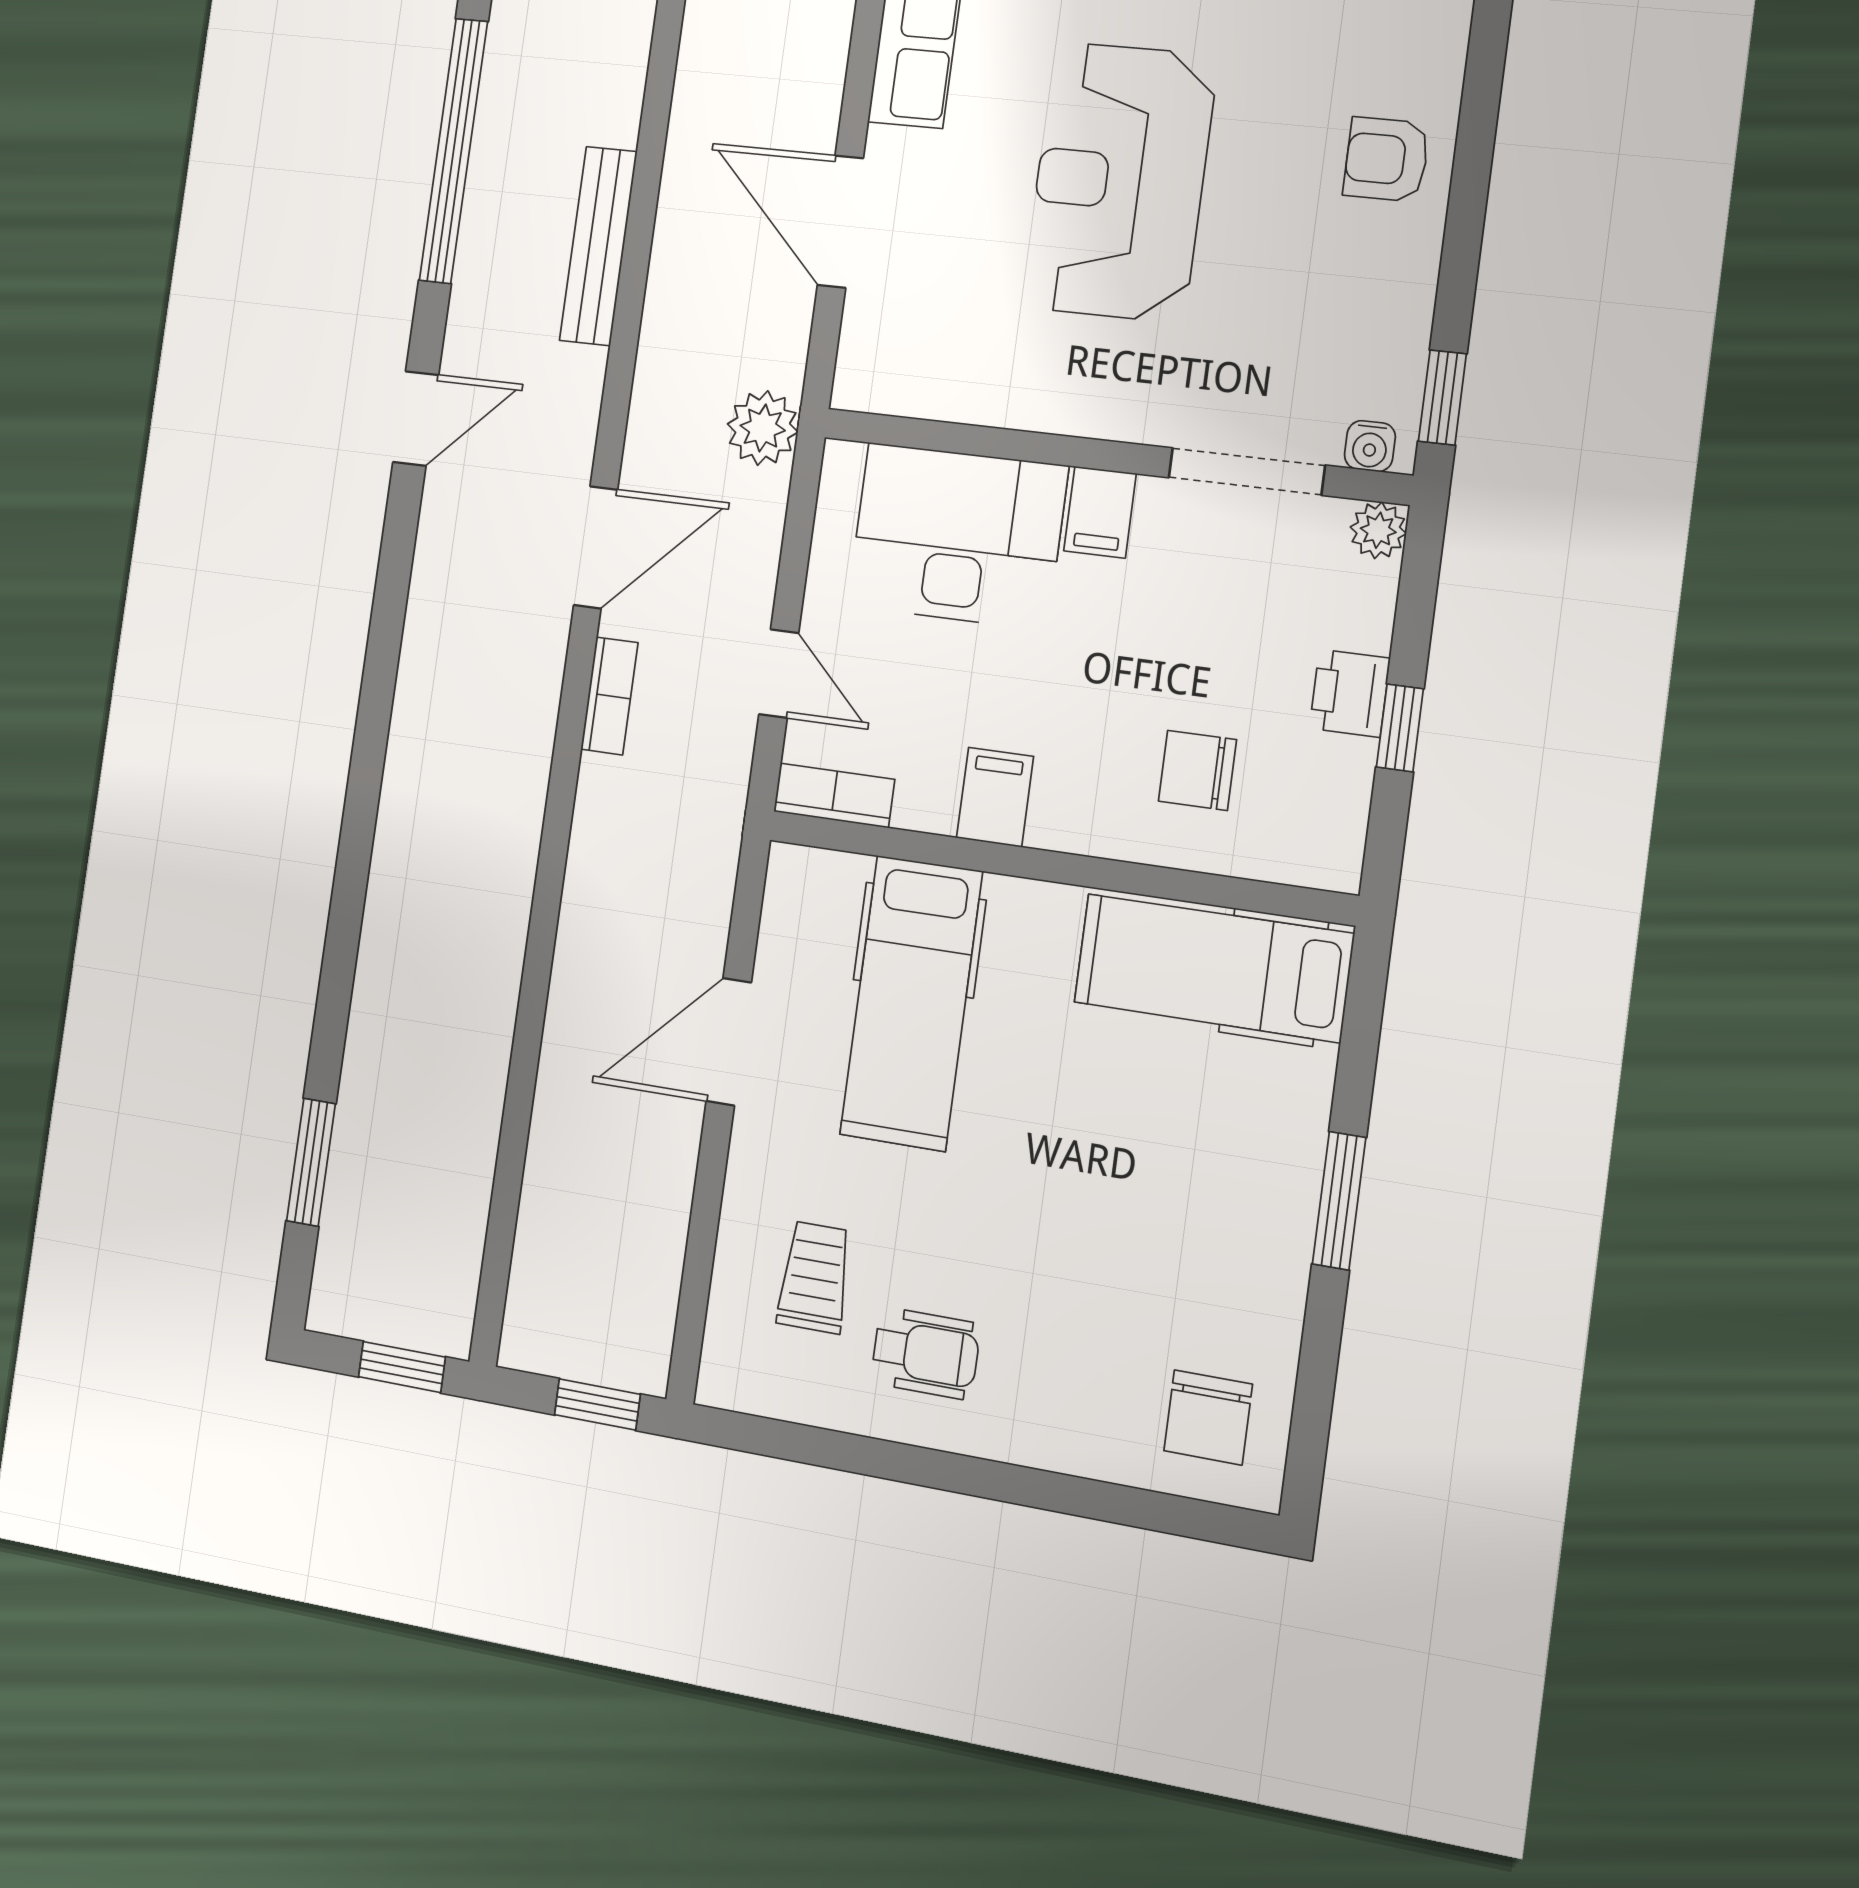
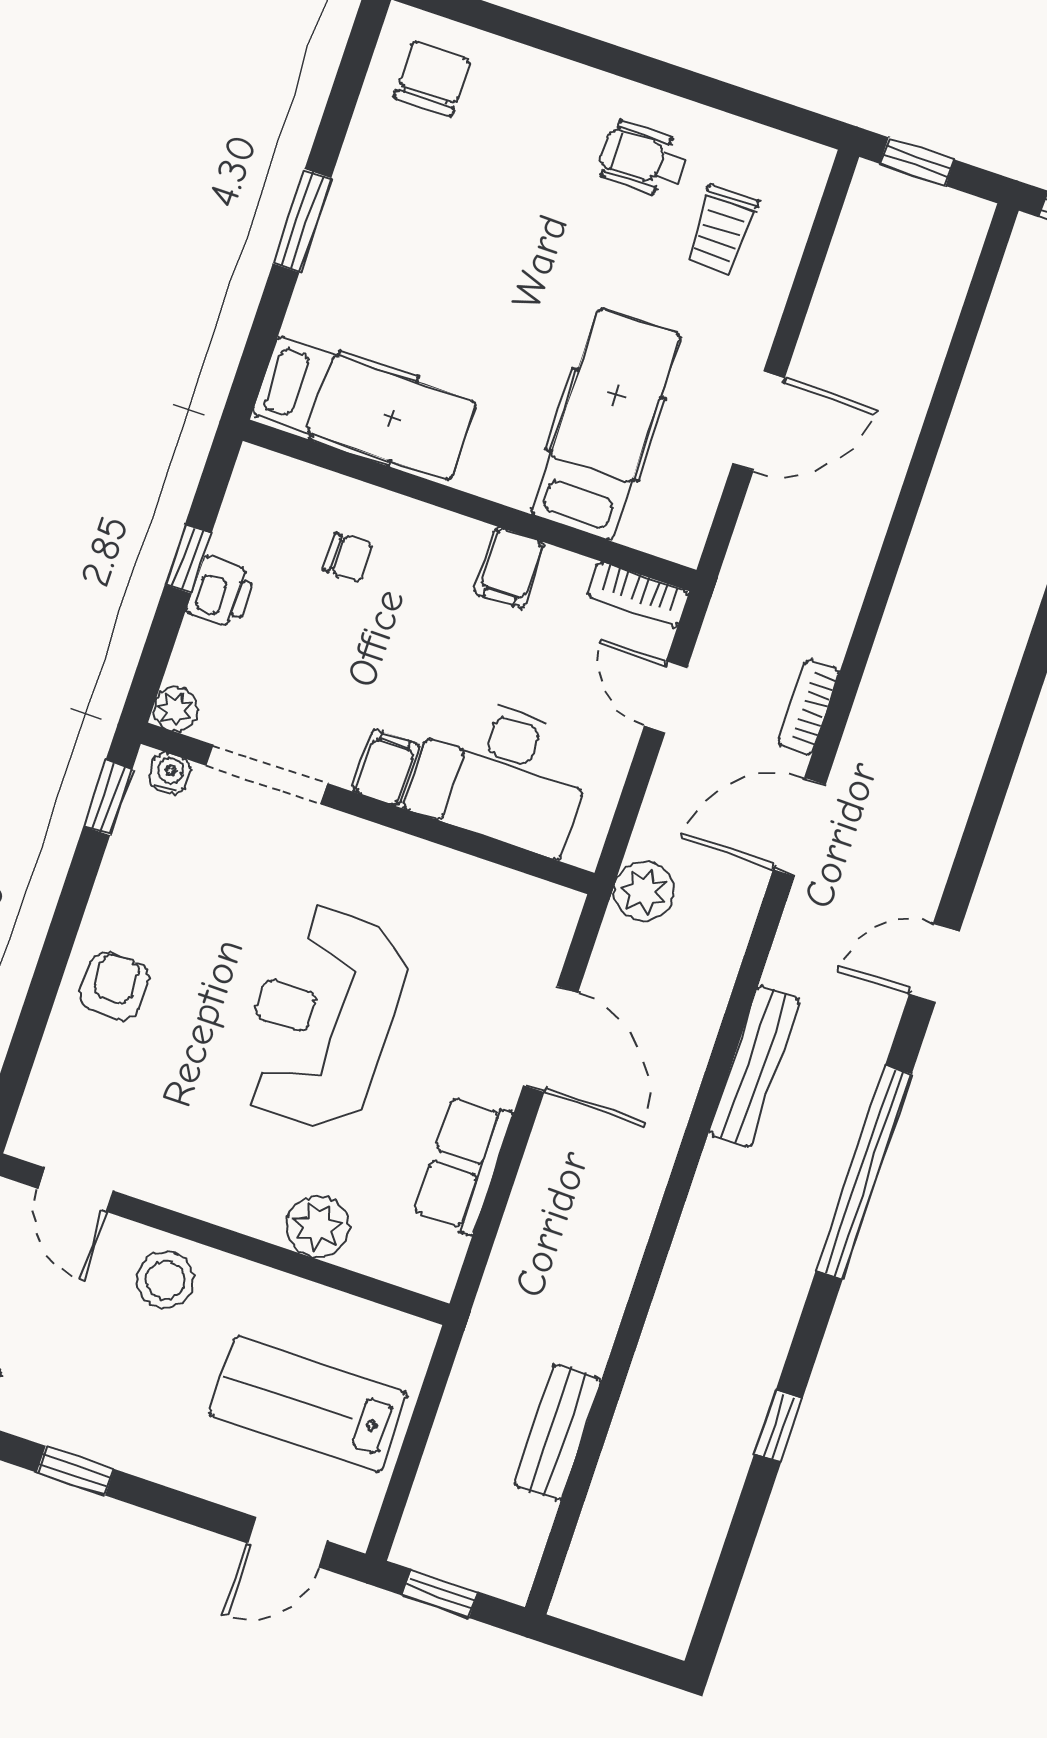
armchair: (1386, 159) -> (114, 986), turned -90
reception desk: (1120, 182) -> (322, 1018), turned 180
chair: (1197, 770) -> (348, 558), width x0.73, depth x0.73

